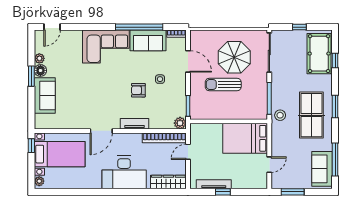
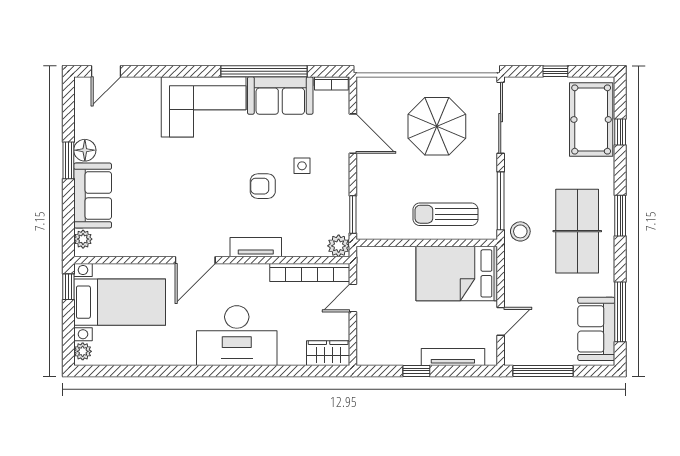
plant: (39, 58) -> (83, 239), moved
sun lounger: (223, 84) -> (446, 214), moved
wardrobe: (168, 182) -> (328, 353), width x0.67
tv unit: (214, 184) -> (453, 357), moved
window: (293, 192) -> (543, 371), width x1.44

